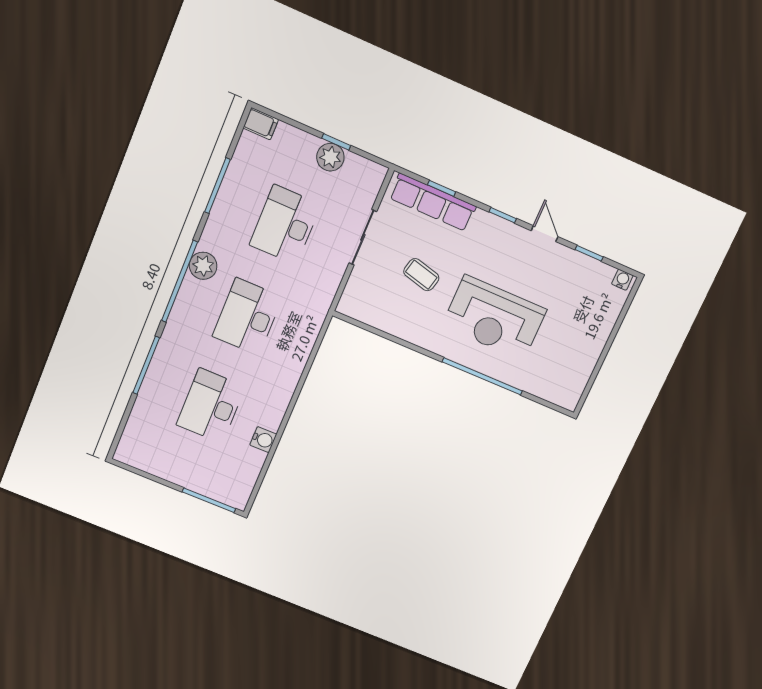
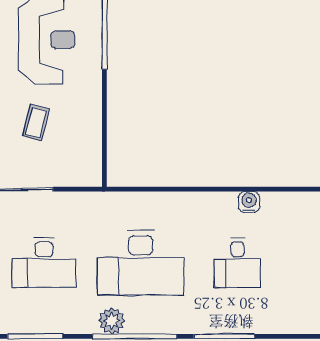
desk: (247, 317) -> (141, 263), width x1.36, depth x1.30
desk: (211, 406) -> (237, 263), width x0.73

